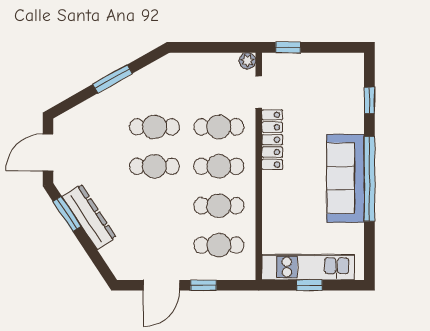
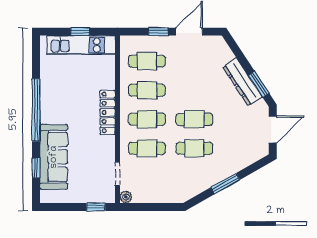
locker: (272, 140) -> (108, 112), moved
sofa: (345, 178) -> (54, 157), moved

